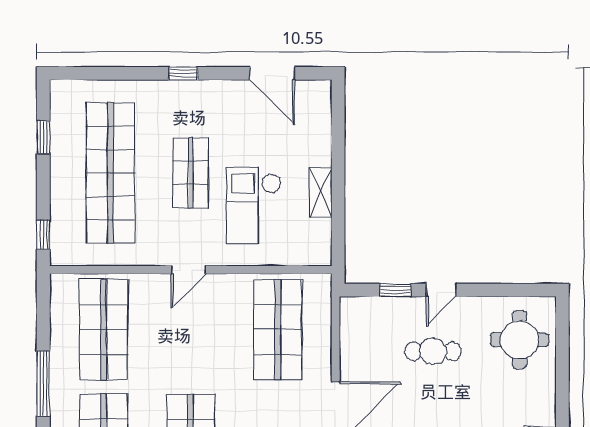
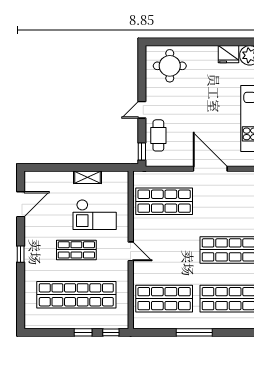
window: (43, 137) -> (83, 332), moved
window: (395, 290) -> (142, 151), moved
door: (441, 290) -> (142, 110), swing flipped
cafe table: (433, 351) -> (158, 135), moved

